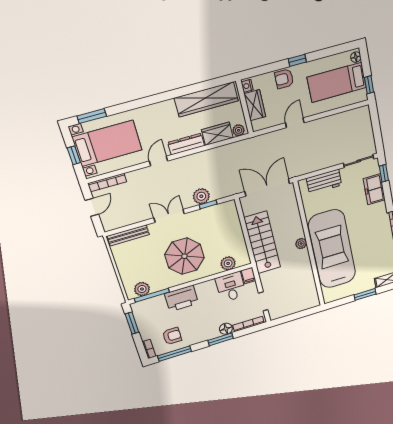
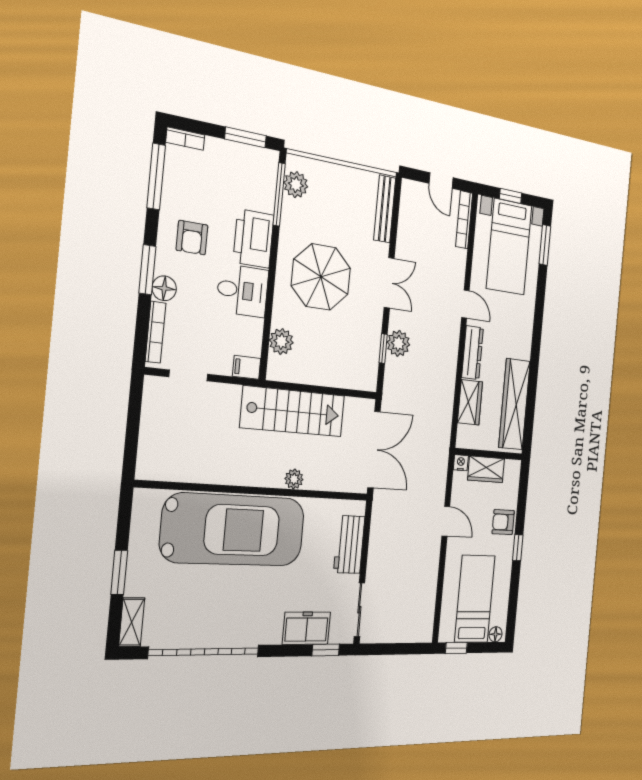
armchair: (284, 79) -> (503, 522), turned -90
nightstand: (247, 86) -> (461, 463), moved
plant: (239, 130) -> (464, 434), removed
plant: (301, 244) -> (294, 479), moved
desk: (231, 287) -> (243, 291), moved
armchair: (172, 336) -> (192, 238), moved

